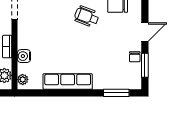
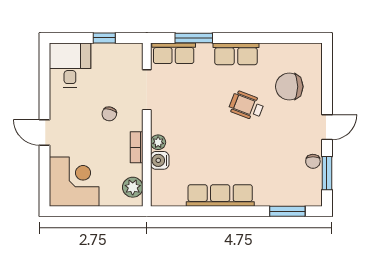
plant: (23, 79) -> (158, 142), moved

